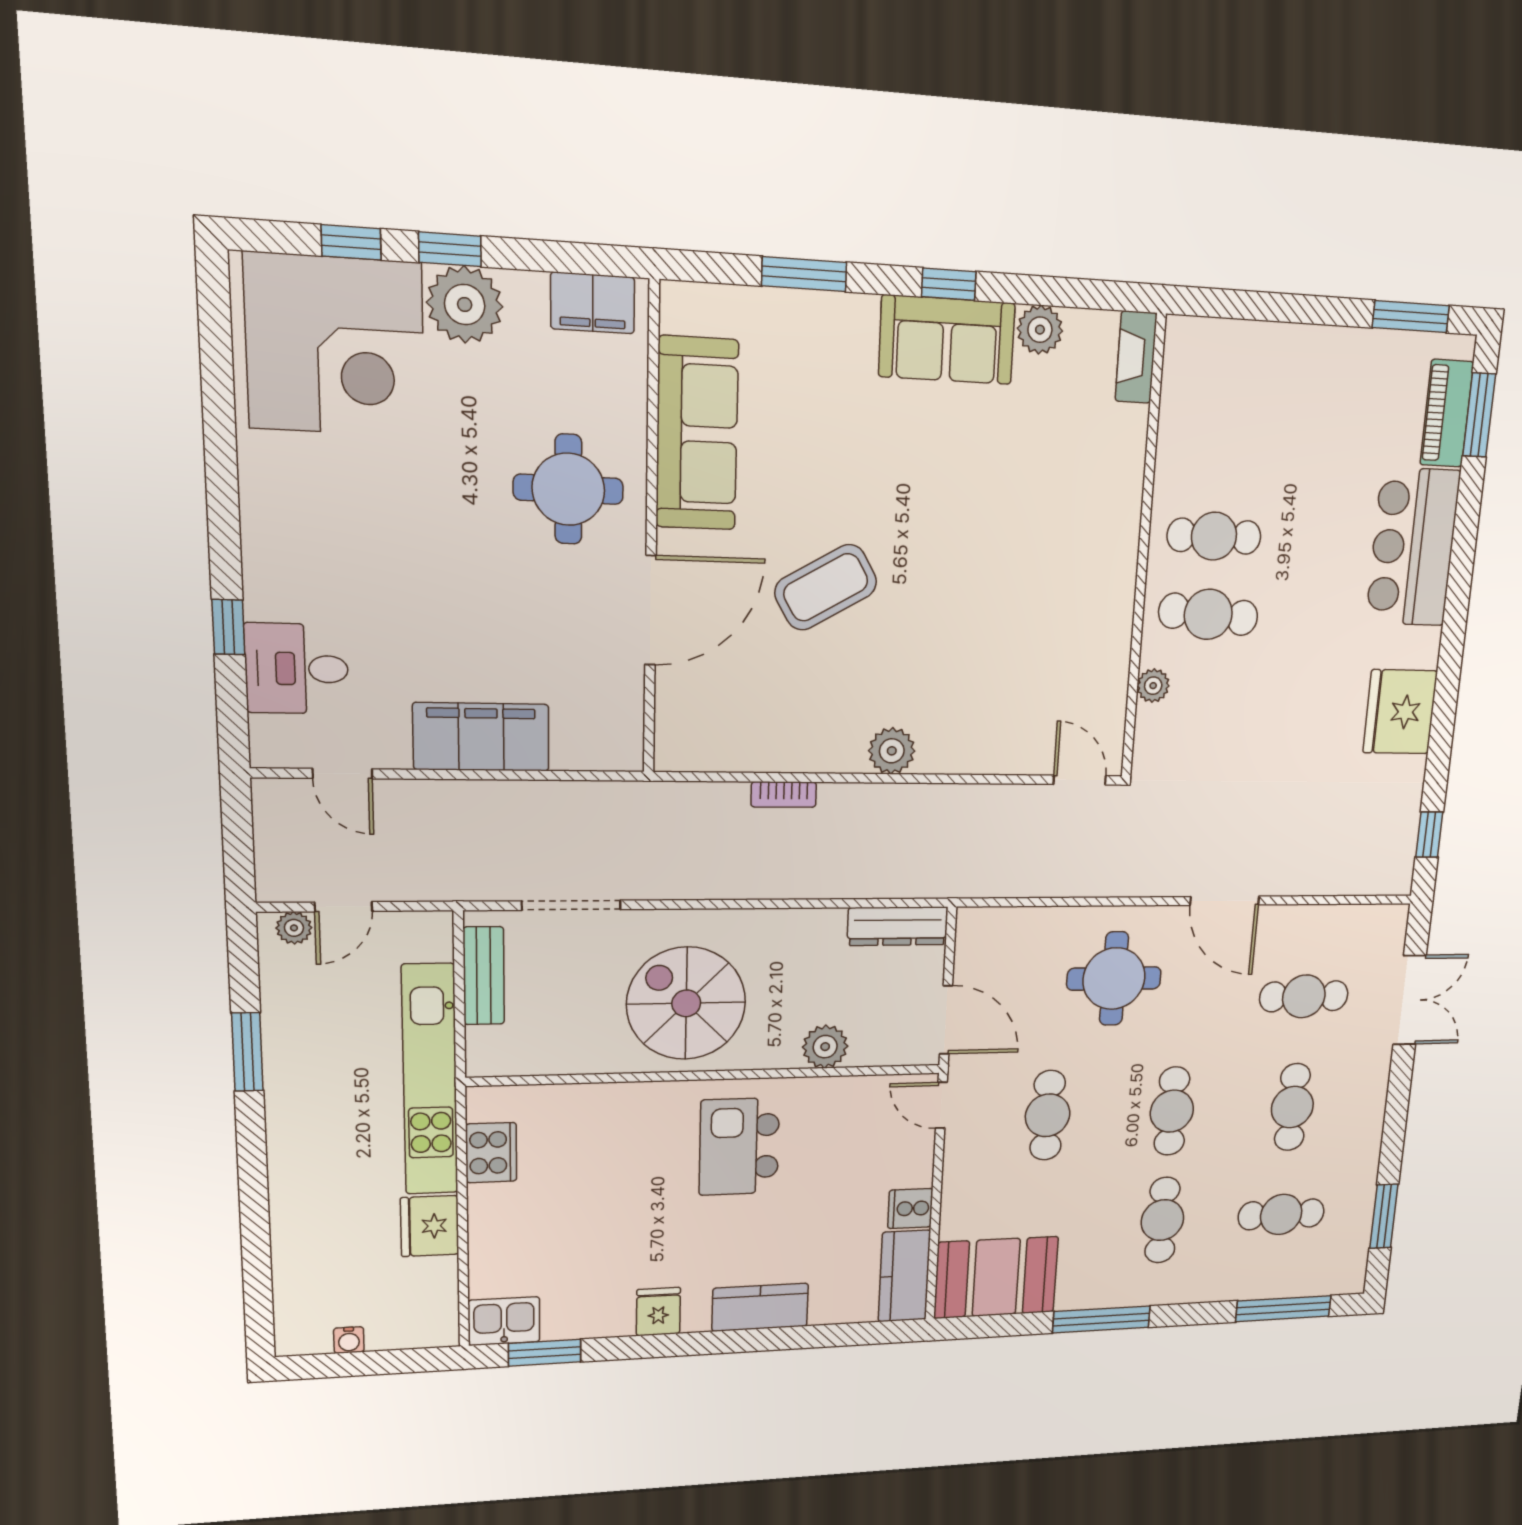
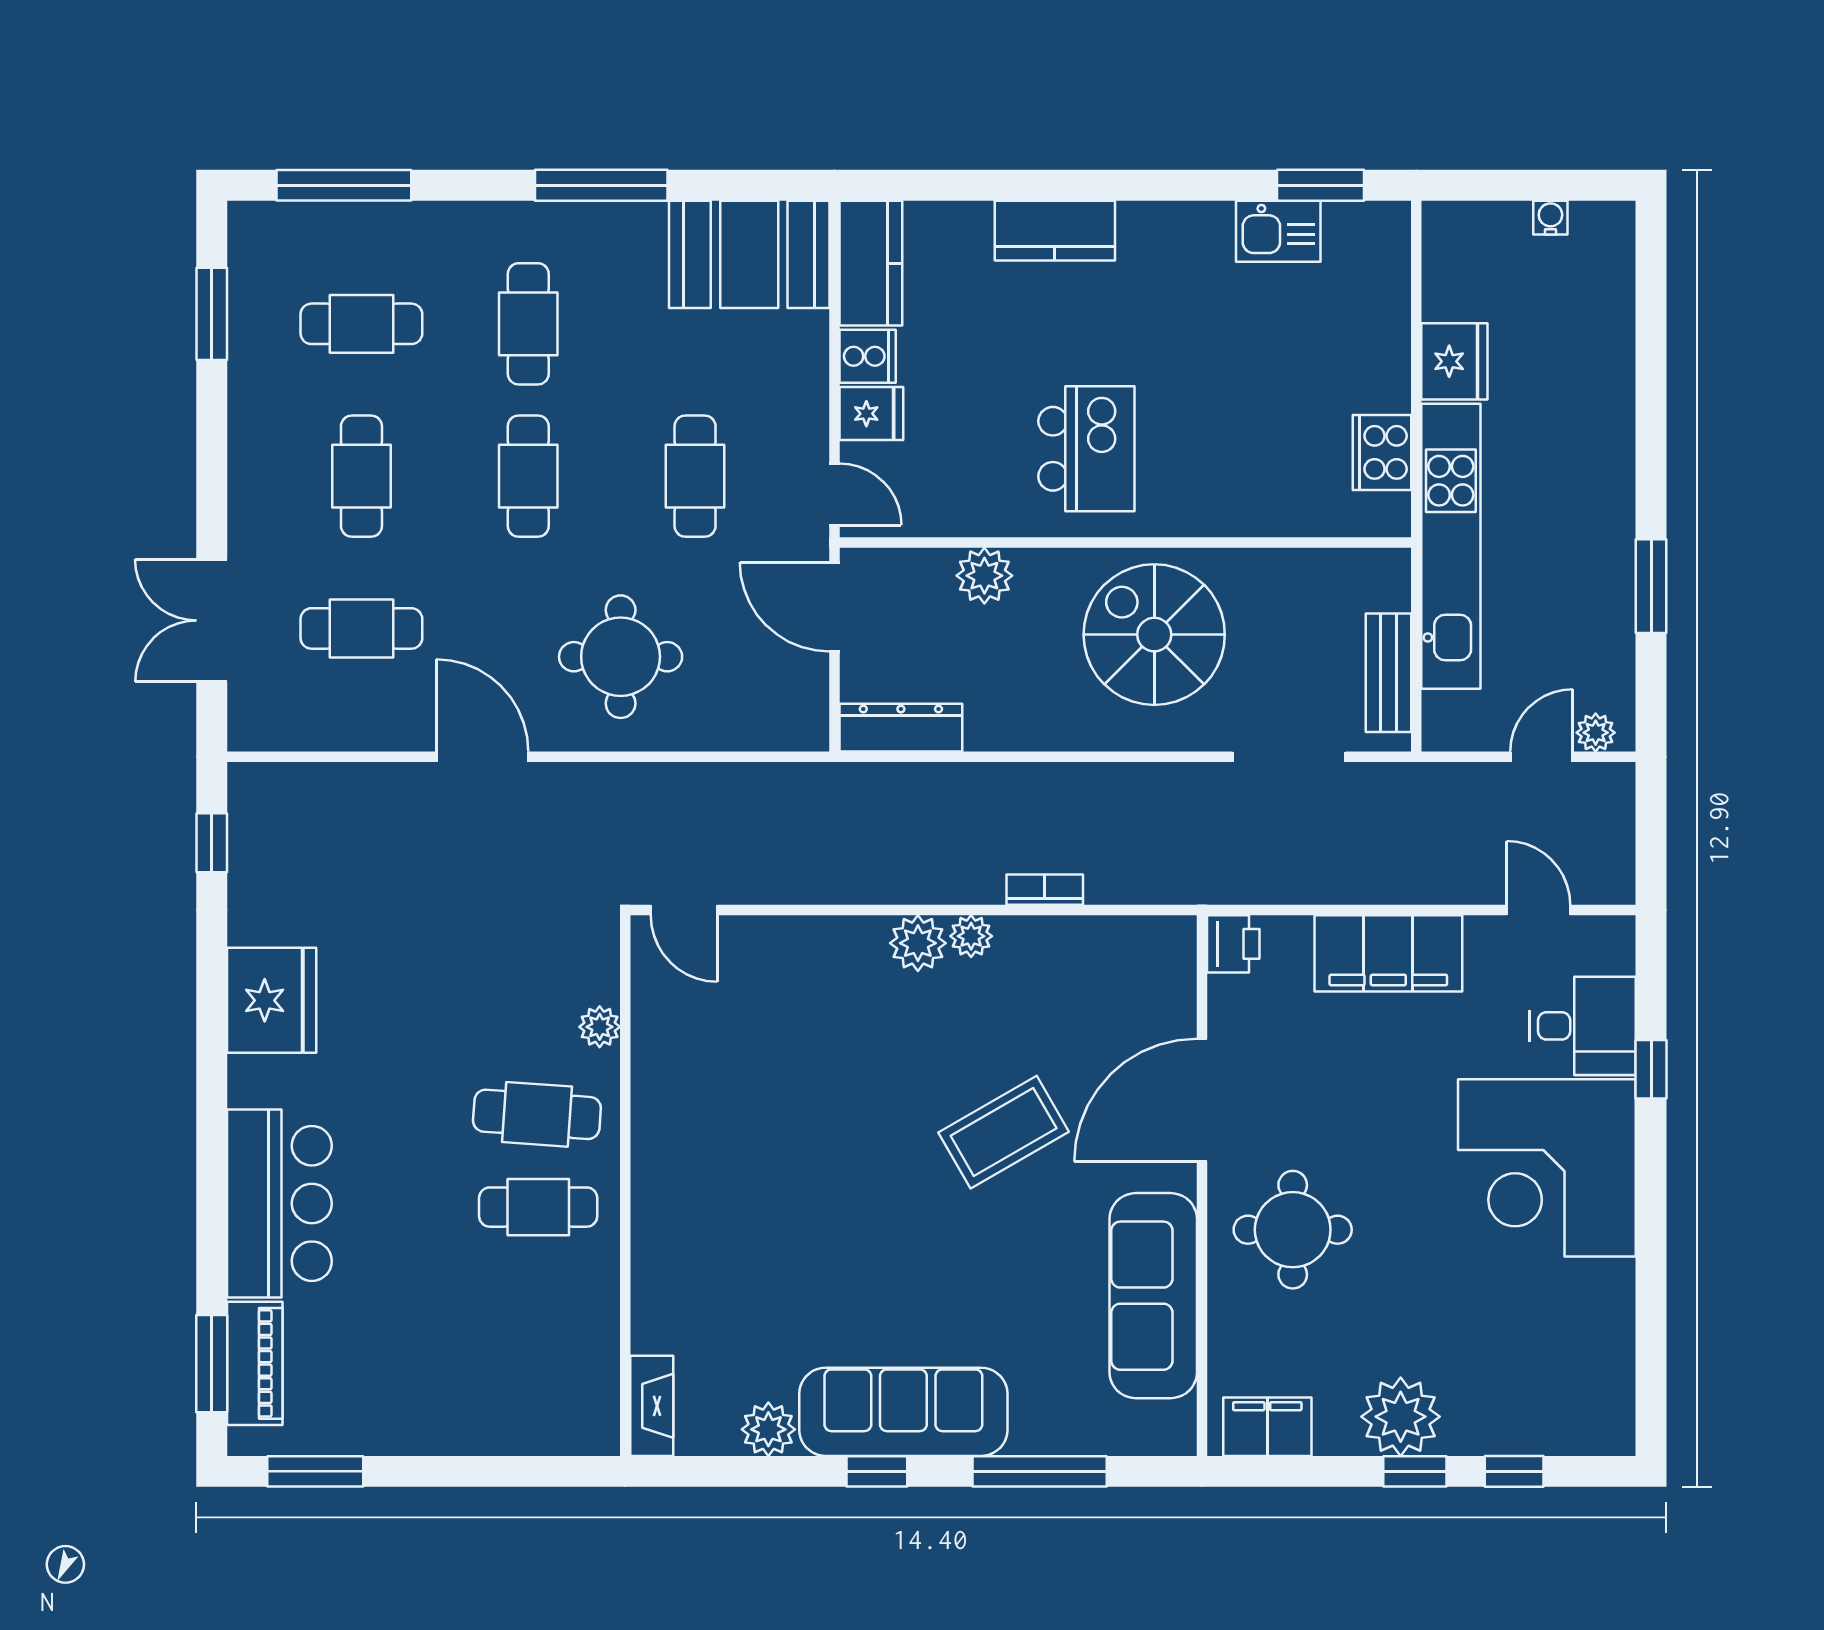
window: (804, 274) -> (1040, 1471), width x1.44
sofa: (947, 340) -> (903, 1412), width x1.36
corner desk: (335, 345) -> (1547, 1168), moved, turned -90
printer: (621, 747) -> (1233, 944), added
plant: (847, 756) -> (971, 936), added
spiral stairs: (686, 1003) -> (1154, 635), turned 180
fridge: (658, 1312) -> (871, 414), moved, turned -90
kitchen sink: (504, 1321) -> (1278, 231), moved

